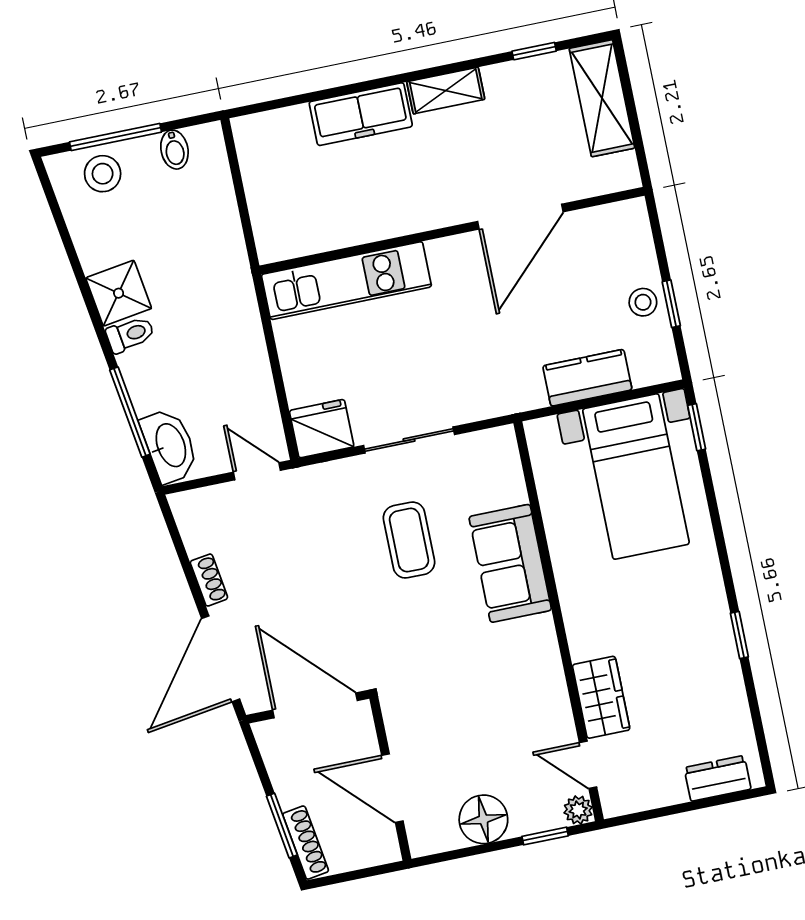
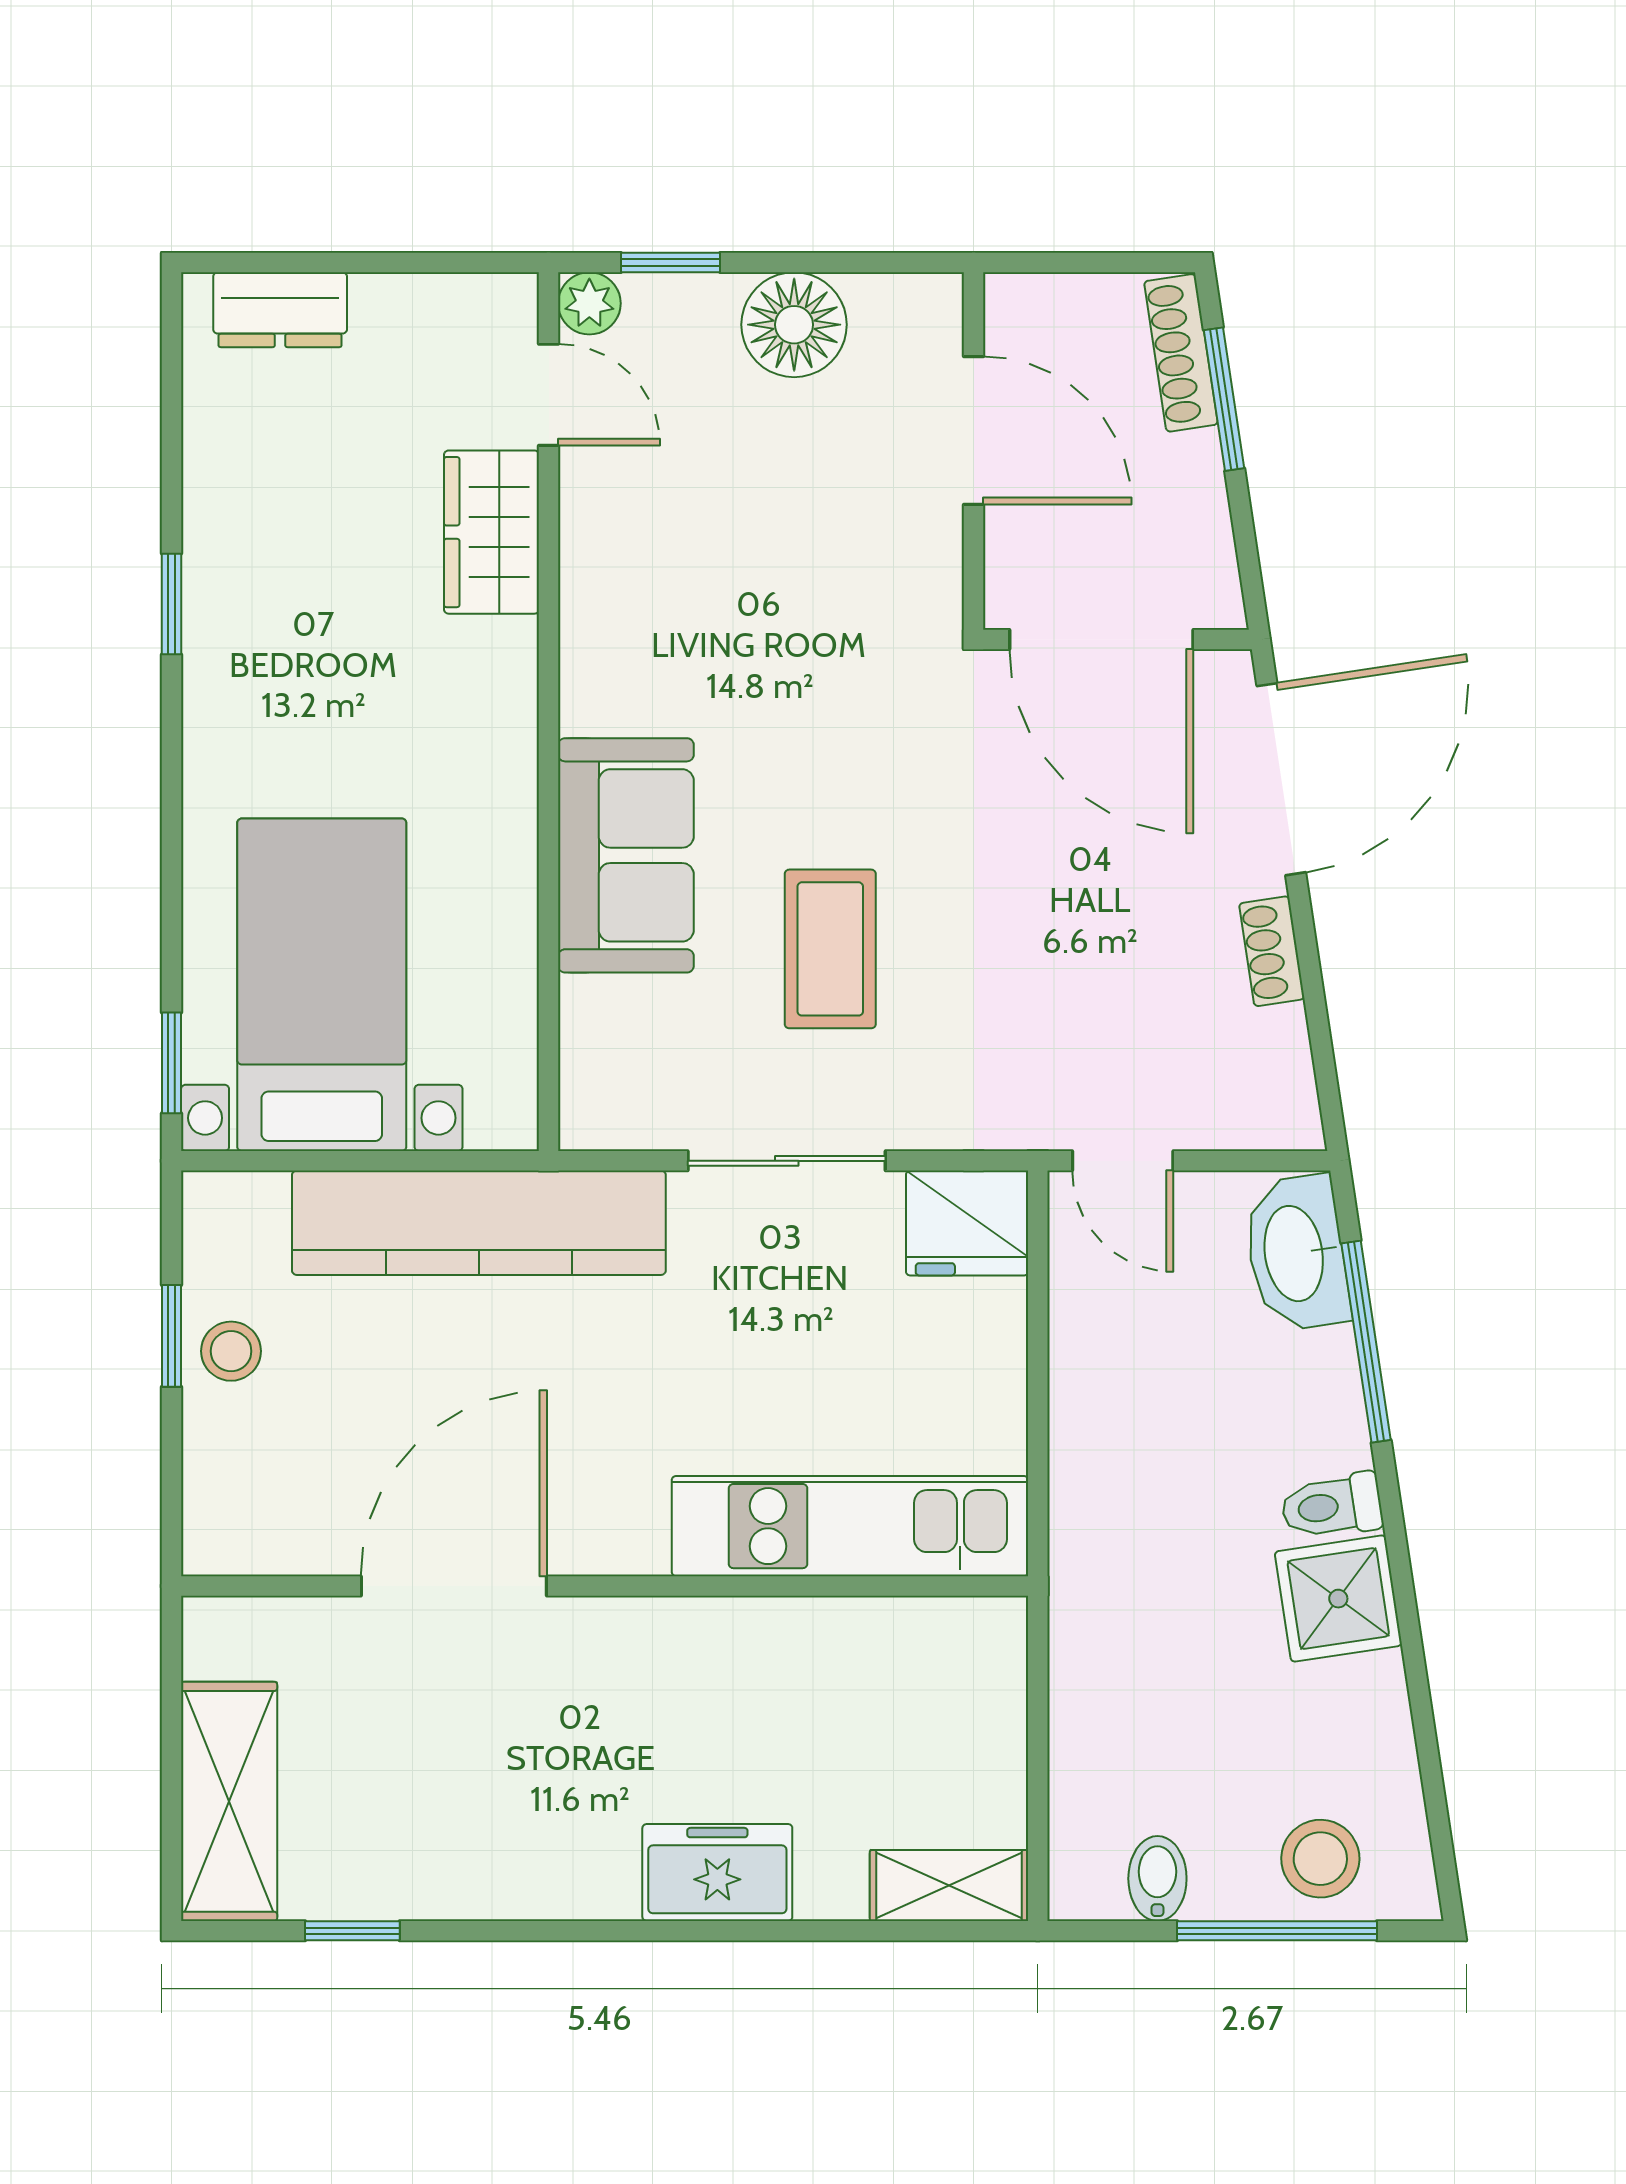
shelving: (446, 91) -> (949, 1886), moved
freezer: (361, 114) -> (717, 1873), width x0.71
kitchen counter: (587, 378) -> (479, 1223), width x2.08, depth x1.17

